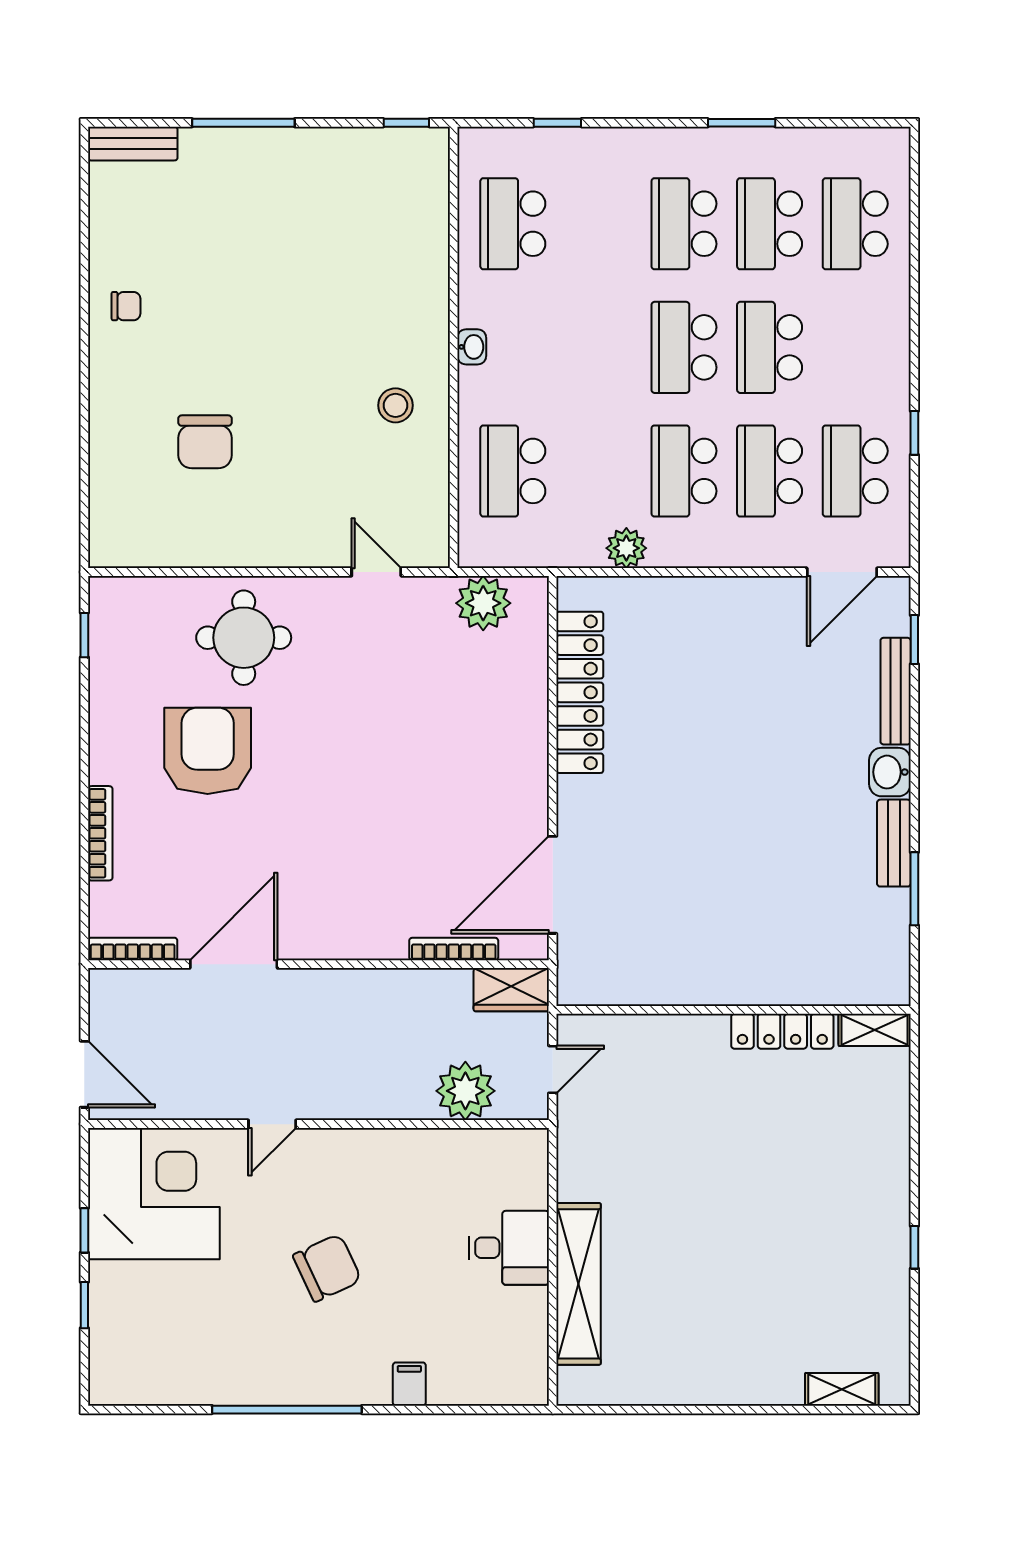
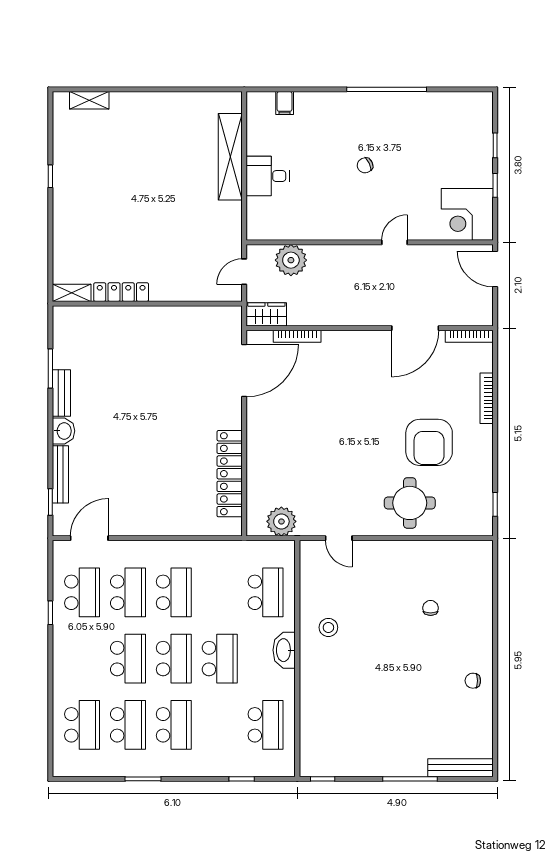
bench: (133, 144) -> (460, 768), width x1.36
washbasin: (472, 347) -> (284, 650), width x1.91, depth x1.45
school desk: (598, 347) -> (220, 659), added
chair: (205, 442) -> (431, 608), width x0.54, depth x0.54
plant: (626, 548) -> (205, 551), removed
corner desk: (154, 1194) -> (467, 214), width x0.74, depth x0.74
chair: (327, 1268) -> (365, 165), width x0.54, depth x0.54
filing cabinet: (409, 1384) -> (285, 103), moved

